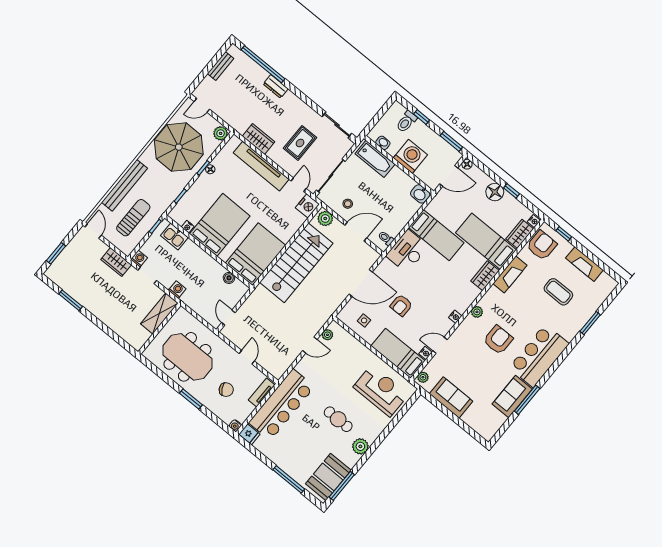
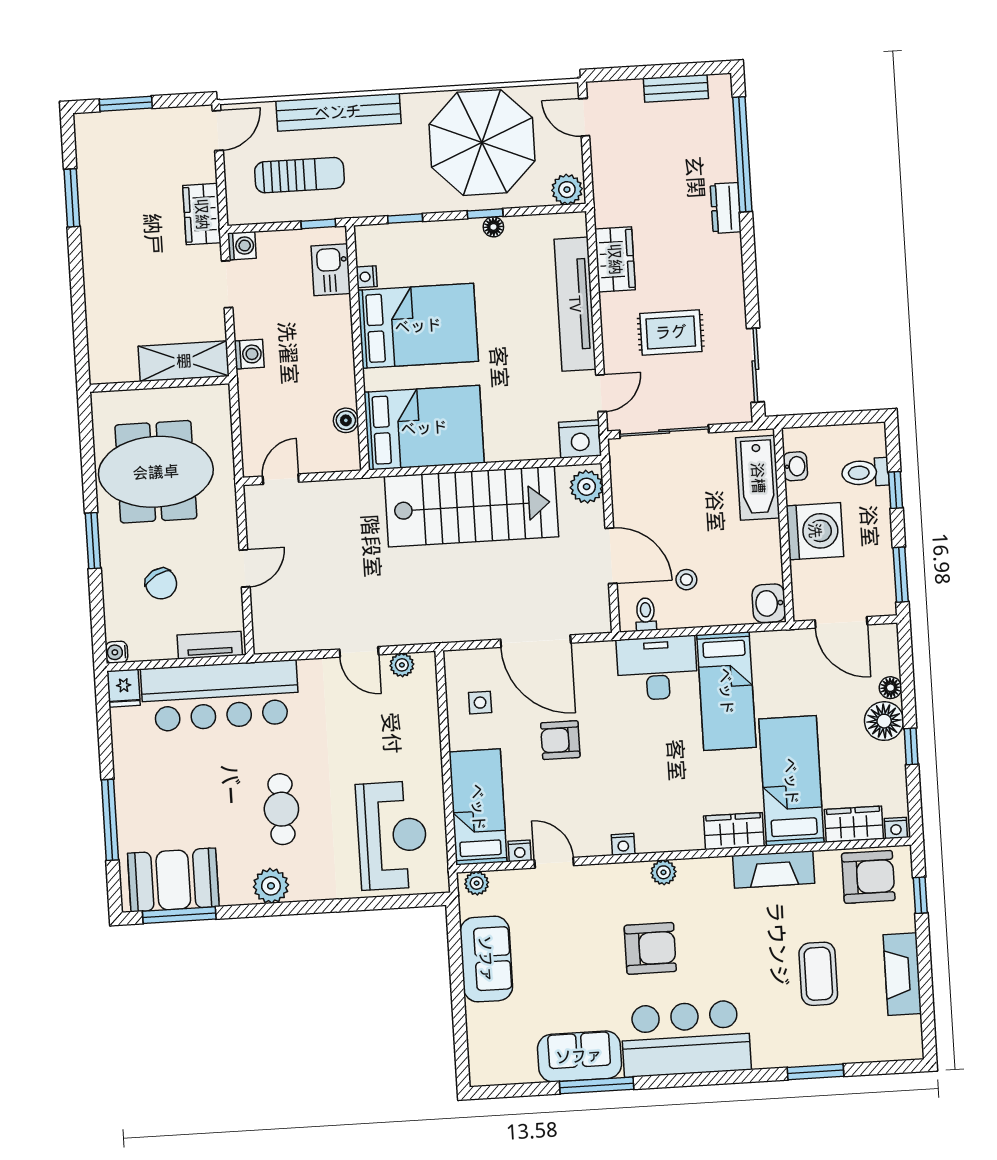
floor lamp: (467, 164) -> (890, 688), moved
stool: (348, 204) -> (686, 580), moved
meeting table: (187, 357) -> (156, 472), turned 90

